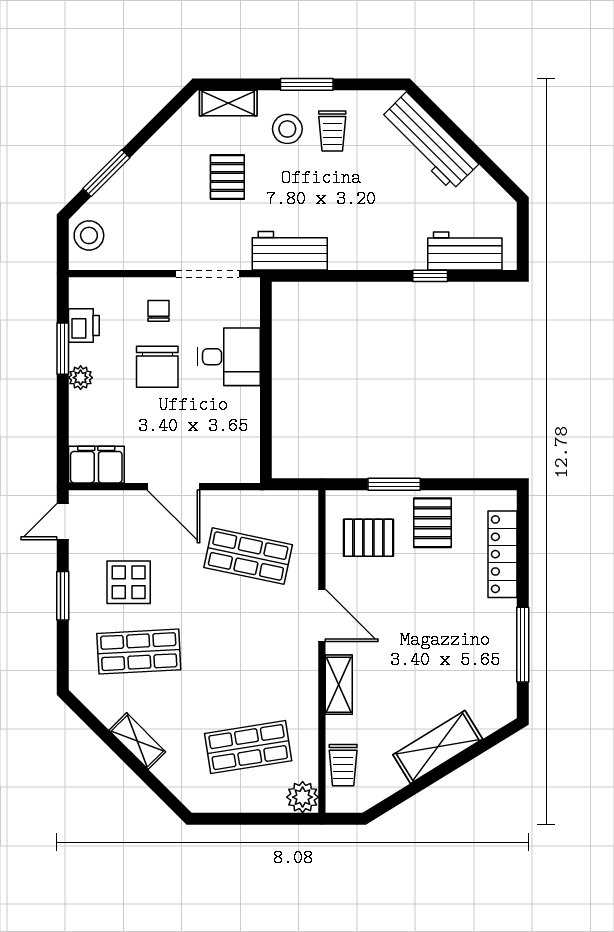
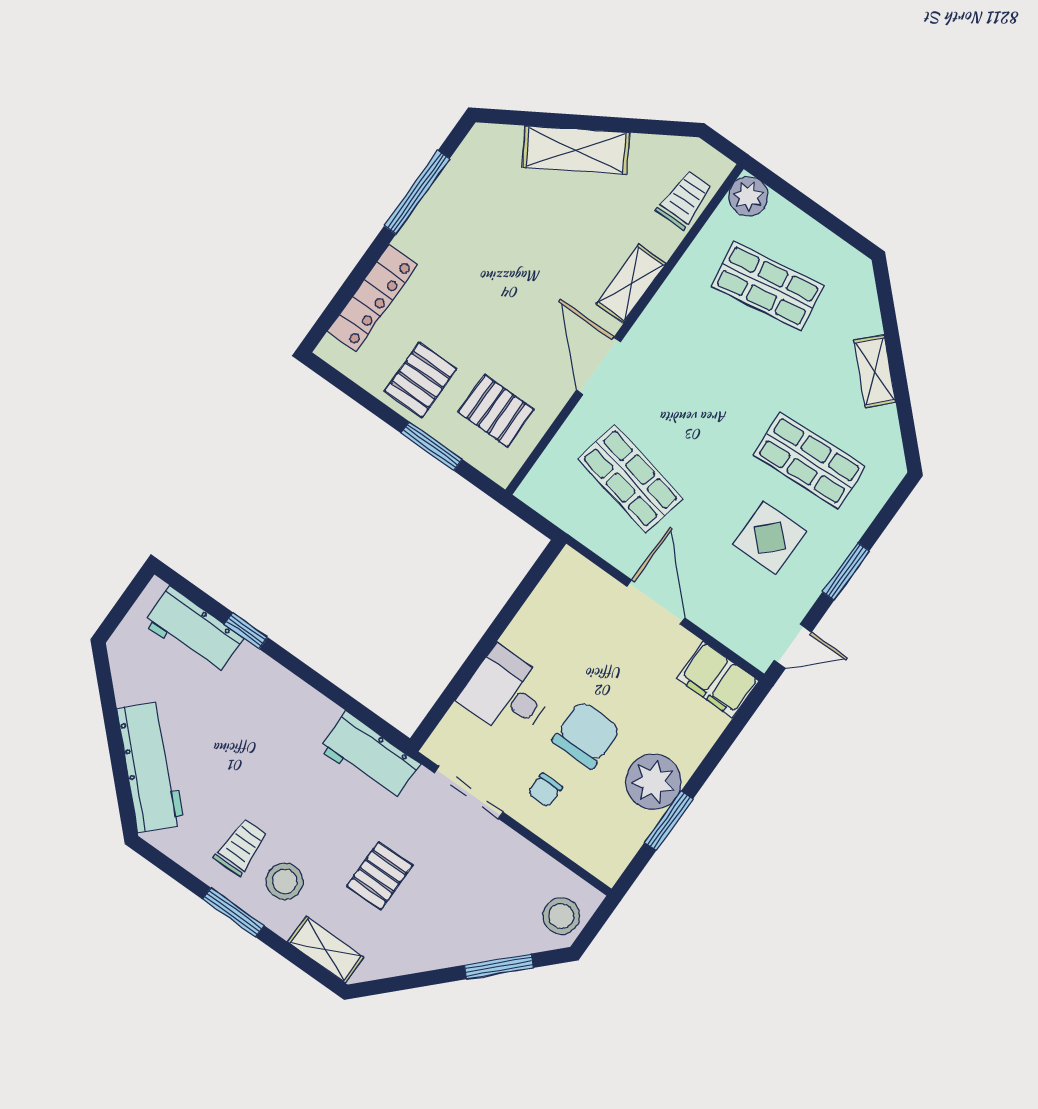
printer: (84, 325) -> (631, 829), removed
plant: (81, 378) -> (653, 782), width x1.87, depth x1.87

